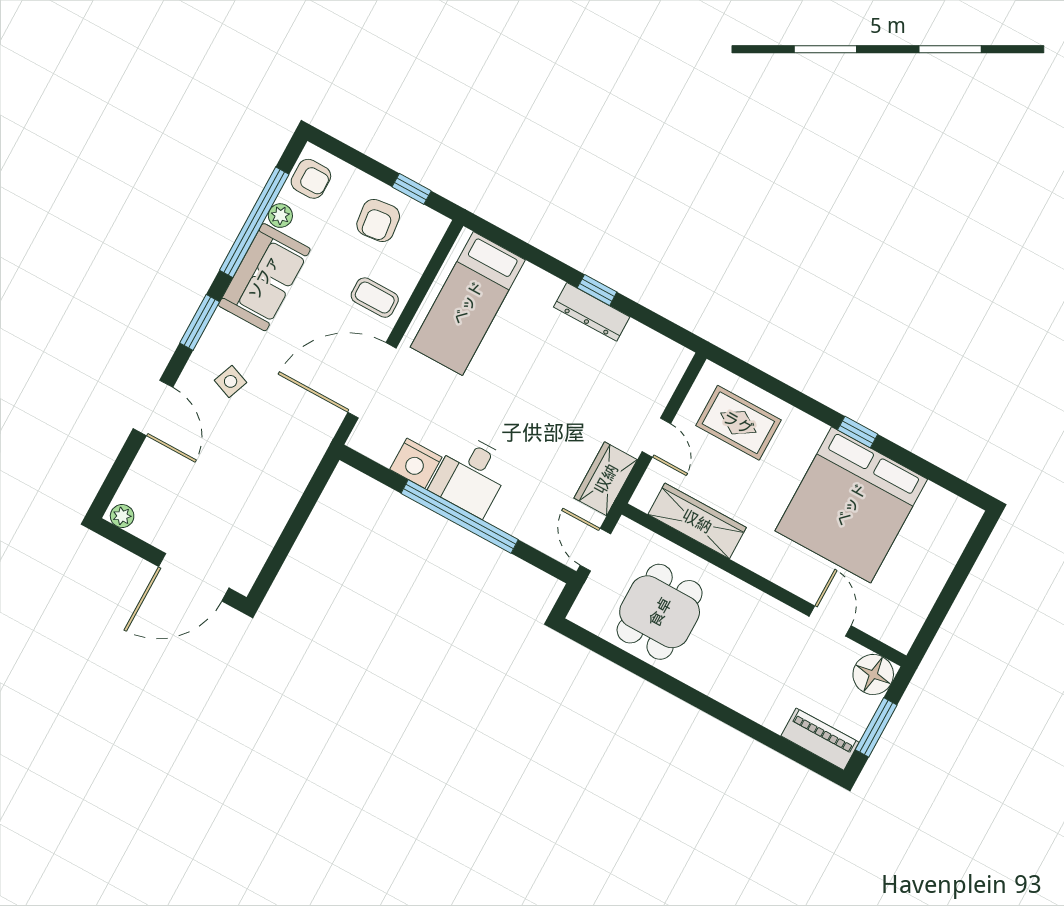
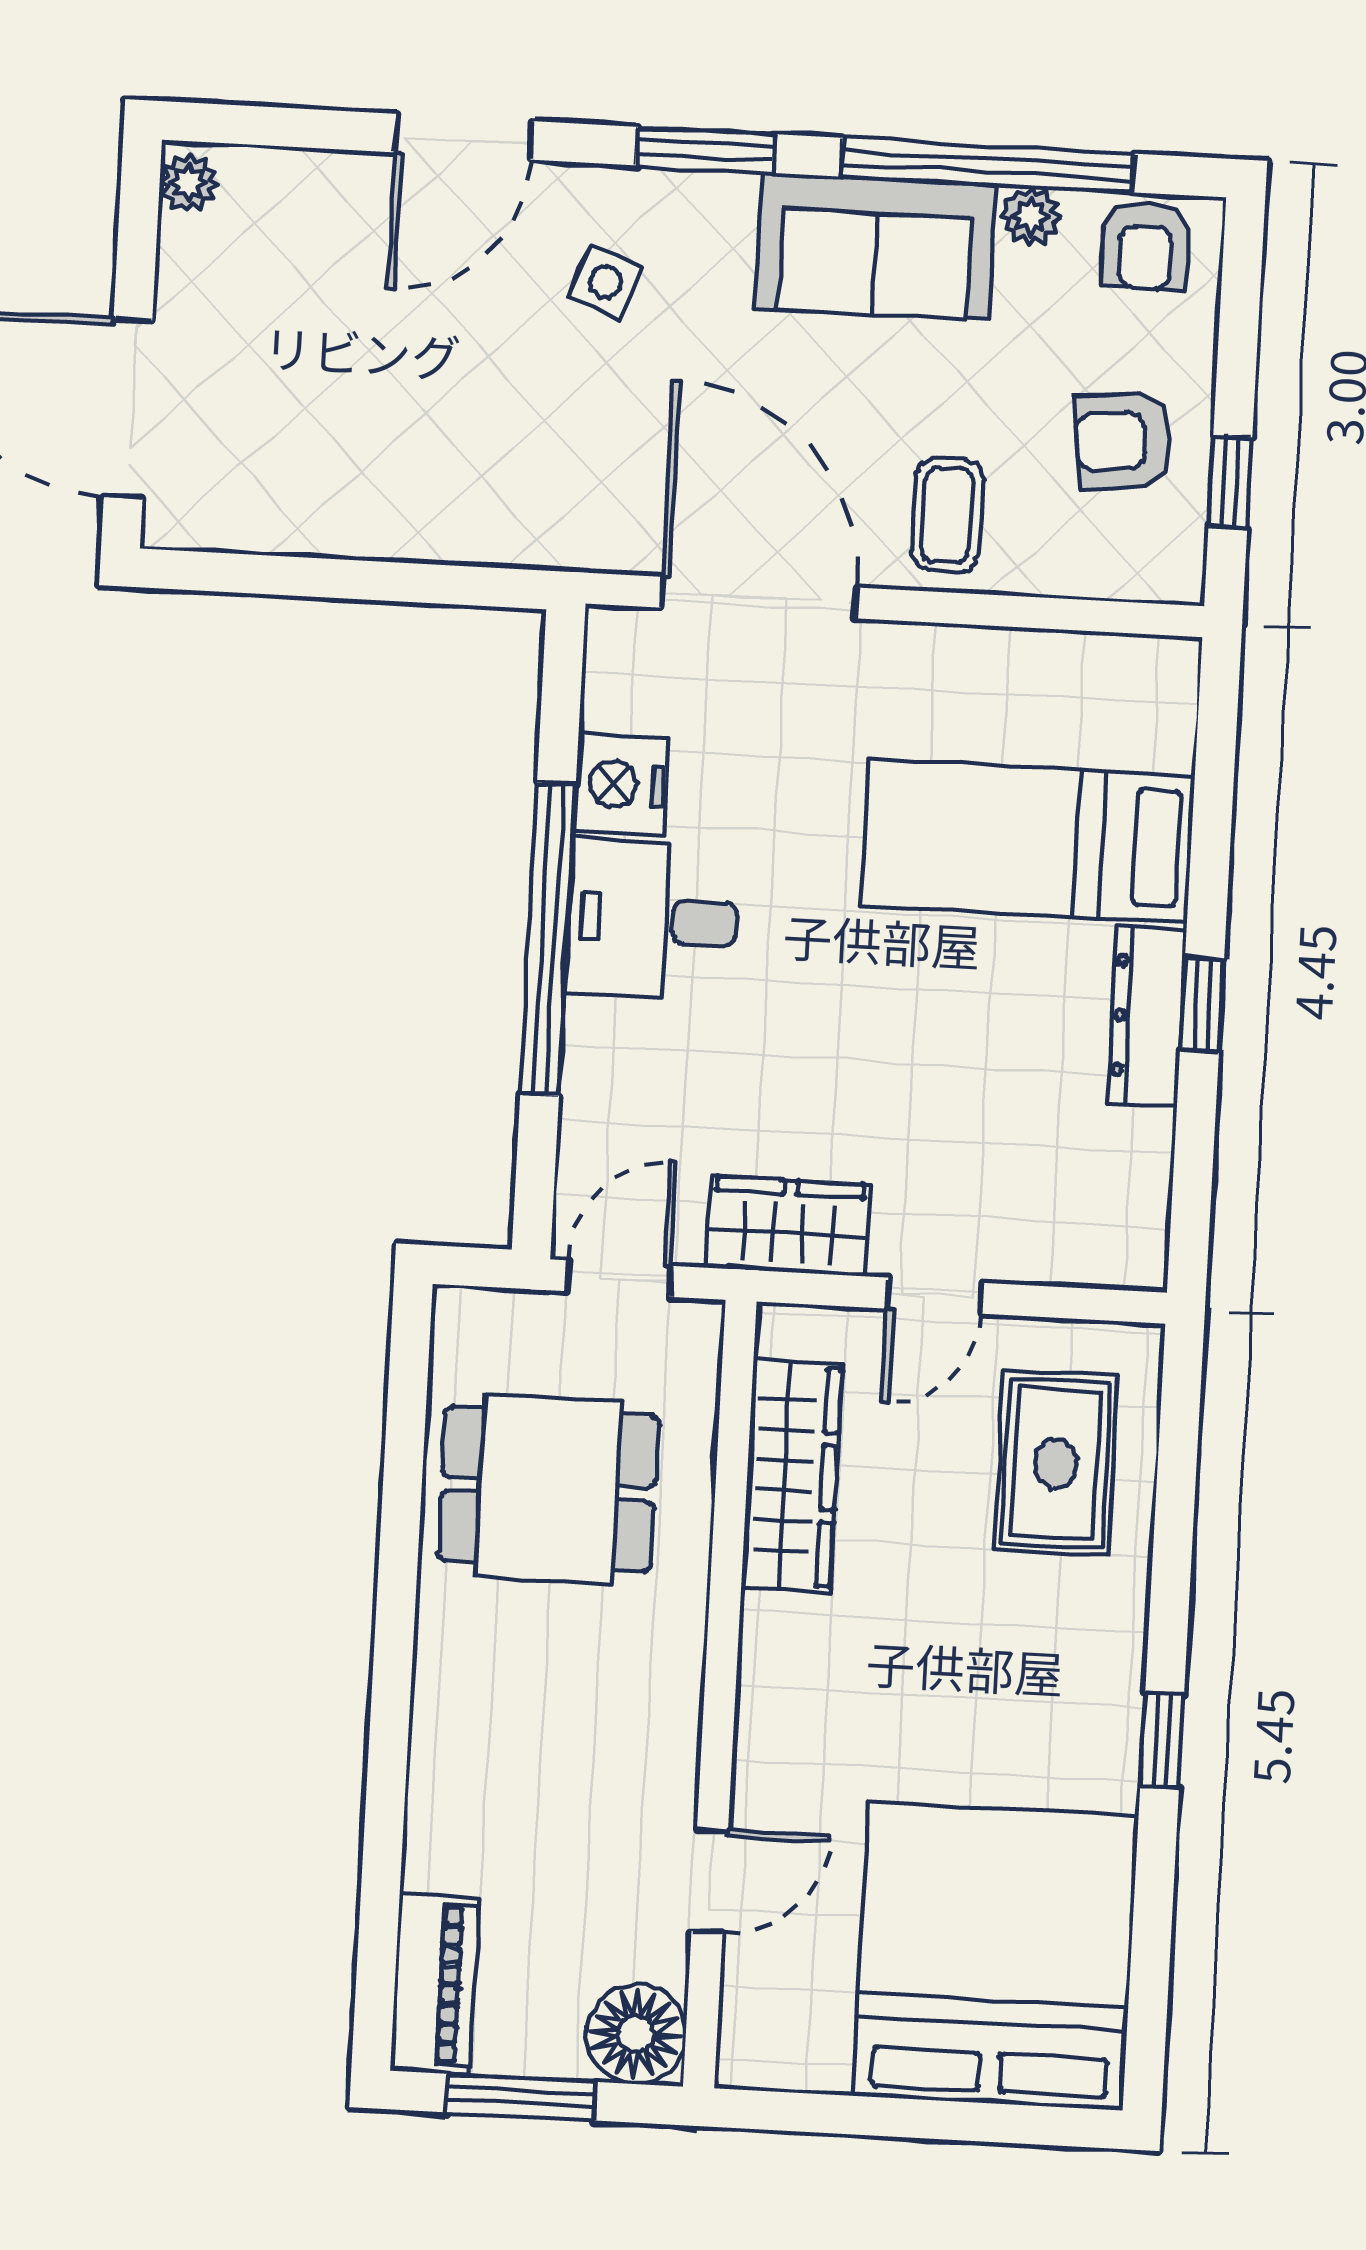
bed: (468, 303) -> (1028, 841), moved
bed: (851, 505) -> (995, 1956), moved, turned 90

